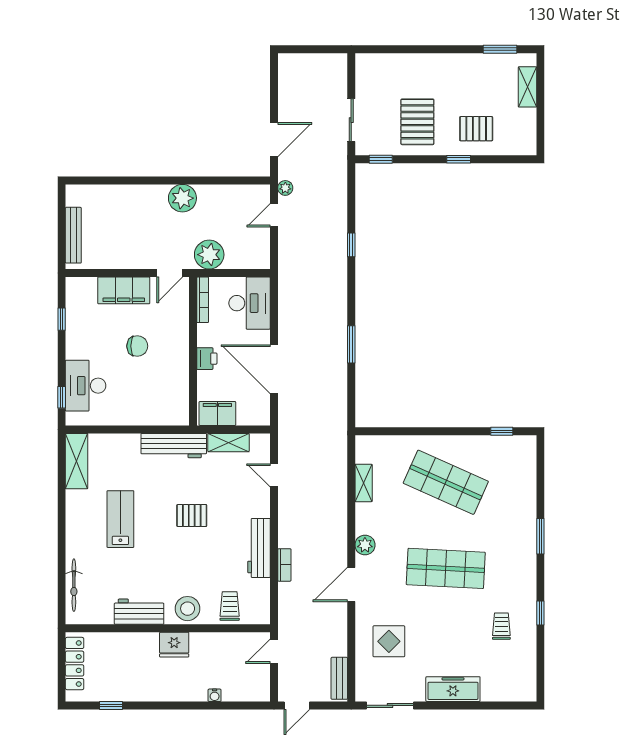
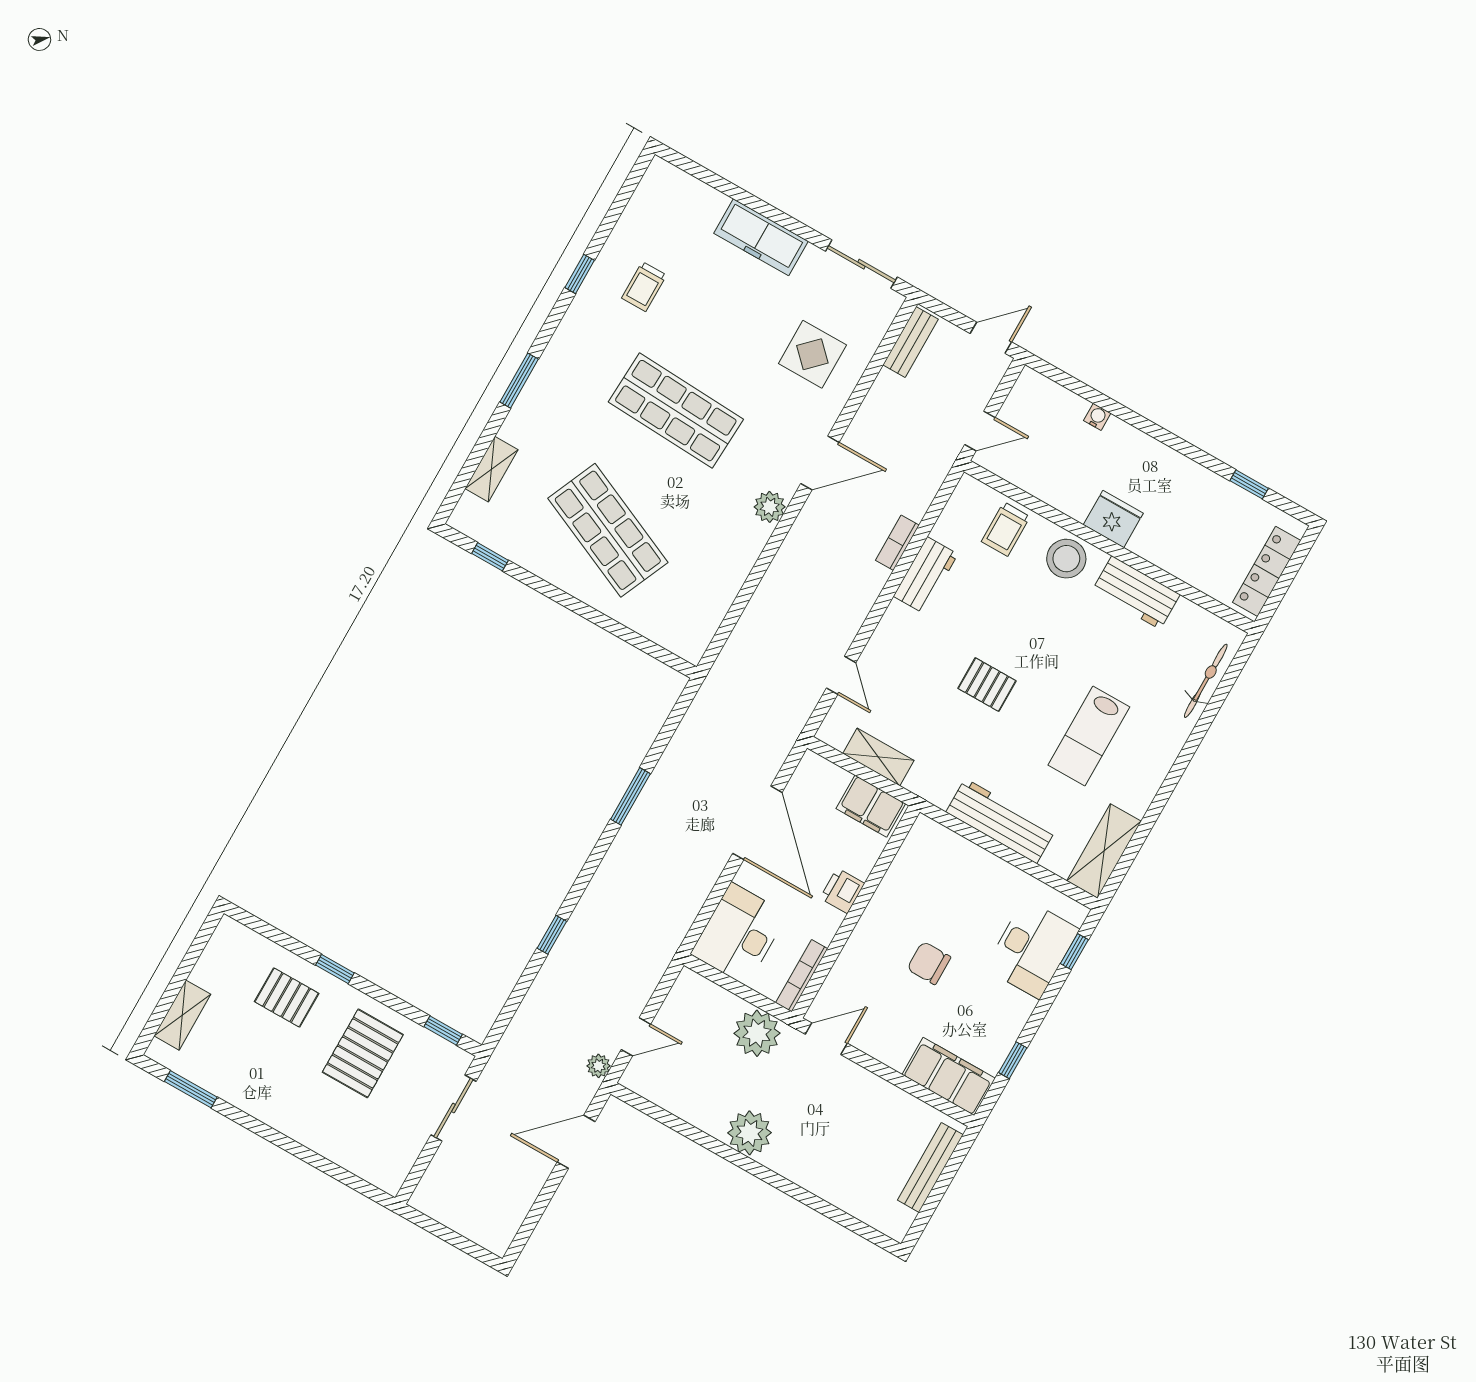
filing cabinet: (124, 290) -> (949, 1076), moved
workbench: (174, 446) -> (1001, 821), moved
shelving: (364, 483) -> (491, 469), moved
workbench: (259, 548) -> (926, 575), width x0.73

